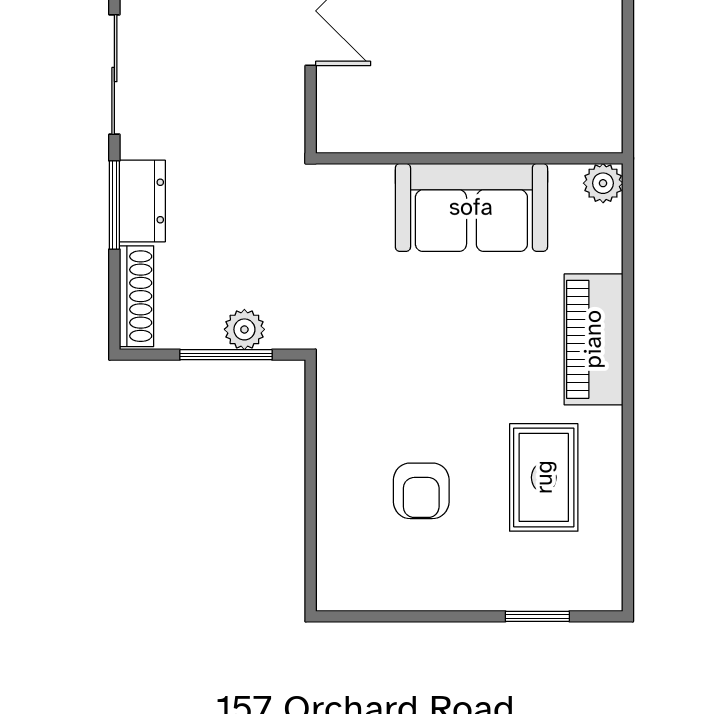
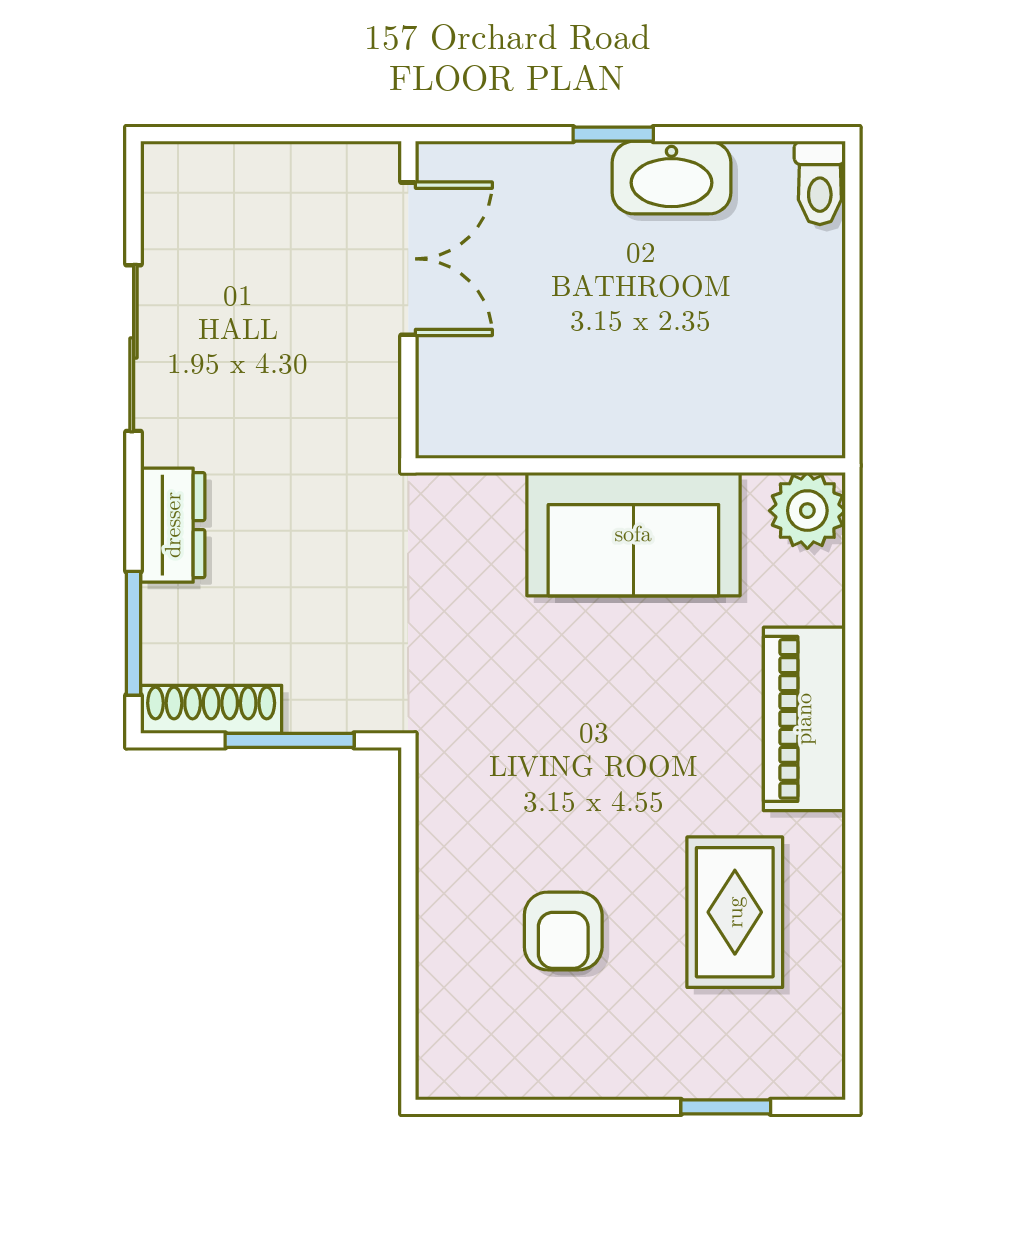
plant: (603, 183) -> (807, 511), width x1.38, depth x1.38
window: (114, 205) -> (134, 633), moved
shoe rack: (137, 296) -> (211, 709), moved, turned -90
plant: (244, 329) -> (316, 705), removed

